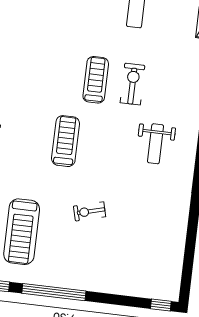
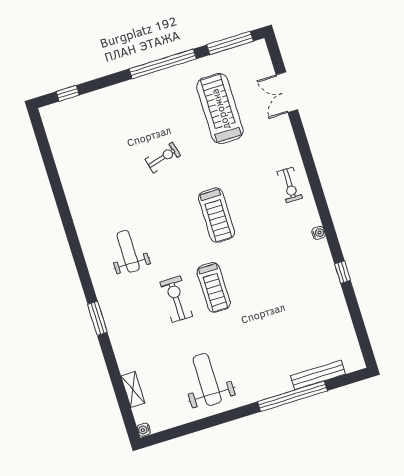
exercise bike: (133, 84) -> (176, 299), turned 180
window: (161, 305) -> (68, 93), moved

